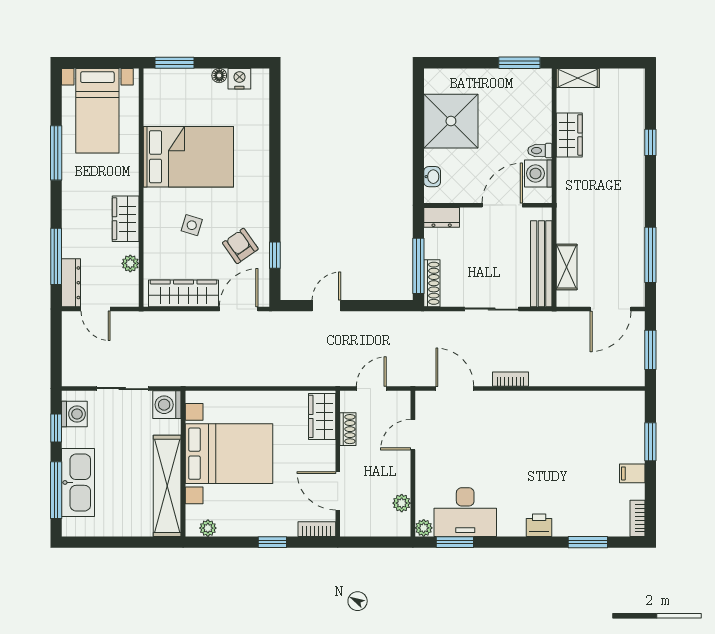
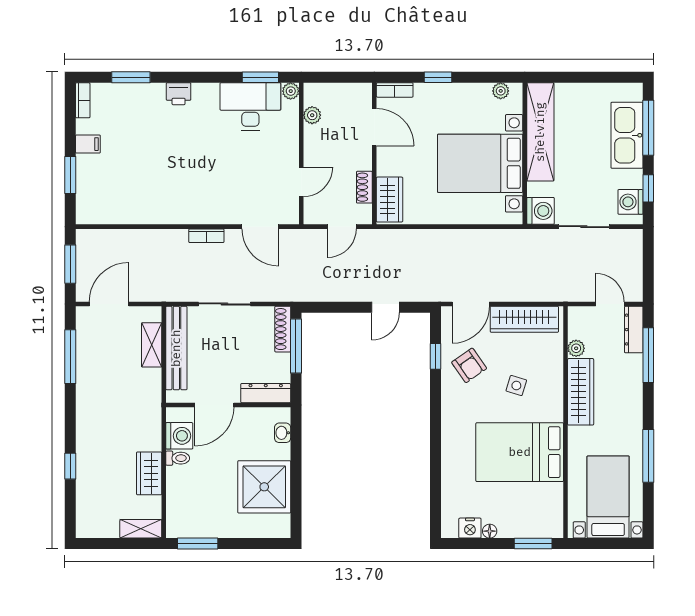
dresser: (442, 217) -> (266, 393), width x1.44
wardrobe: (126, 219) -> (581, 392), width x1.50

